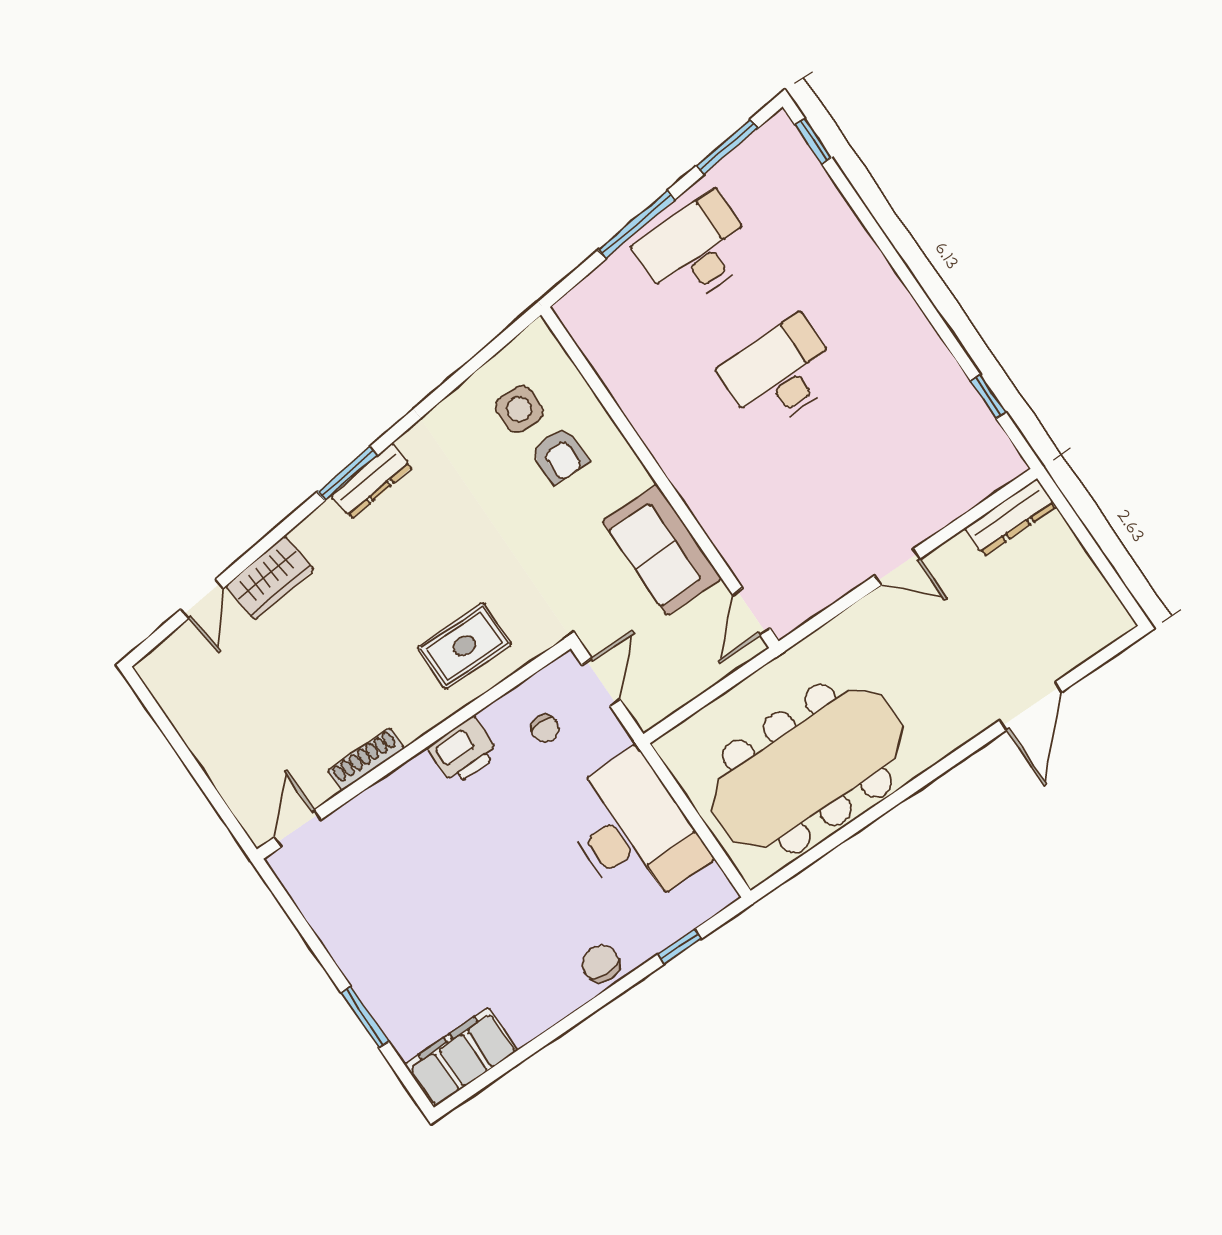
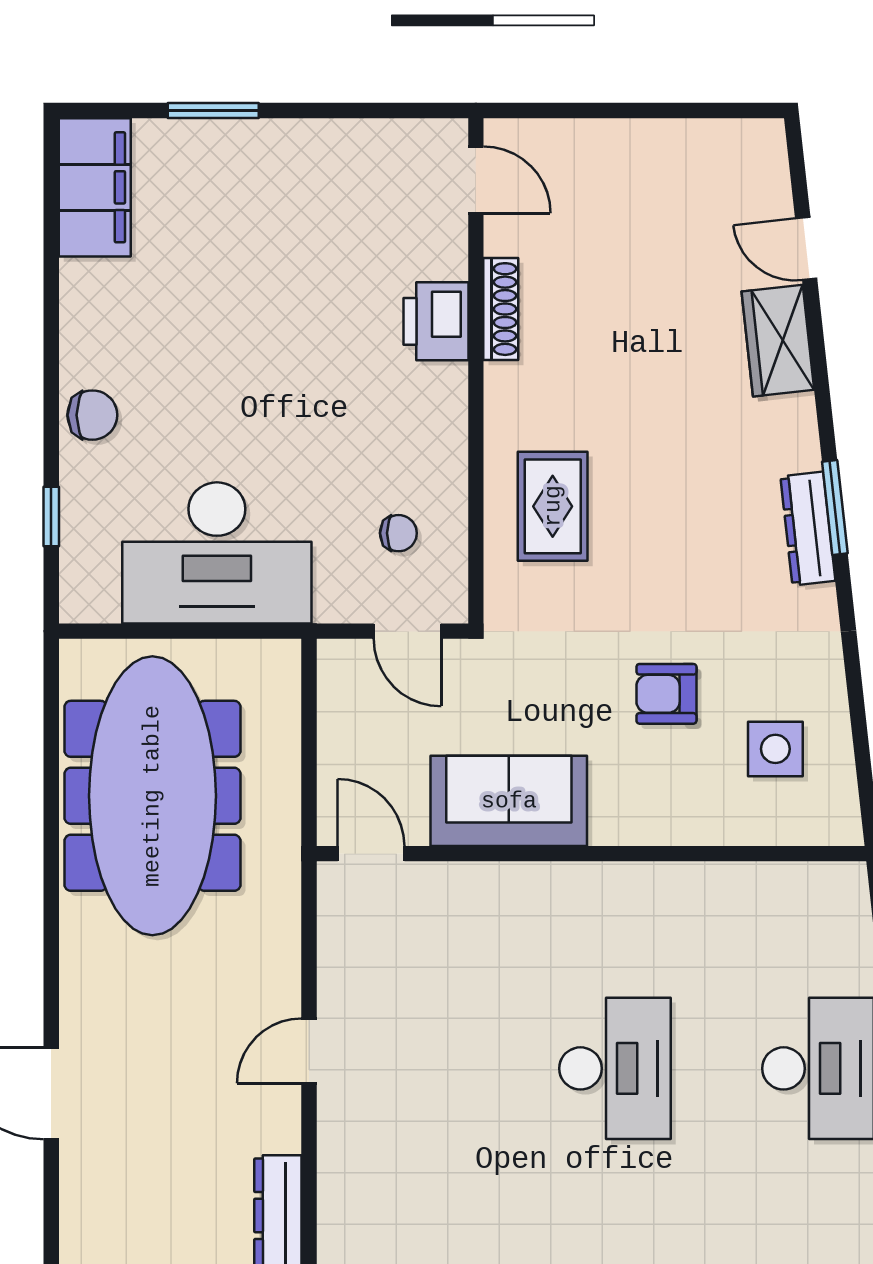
armchair: (560, 456) -> (666, 694), moved
chair: (545, 728) -> (398, 533), turned 180
printer: (463, 751) -> (436, 321), moved

